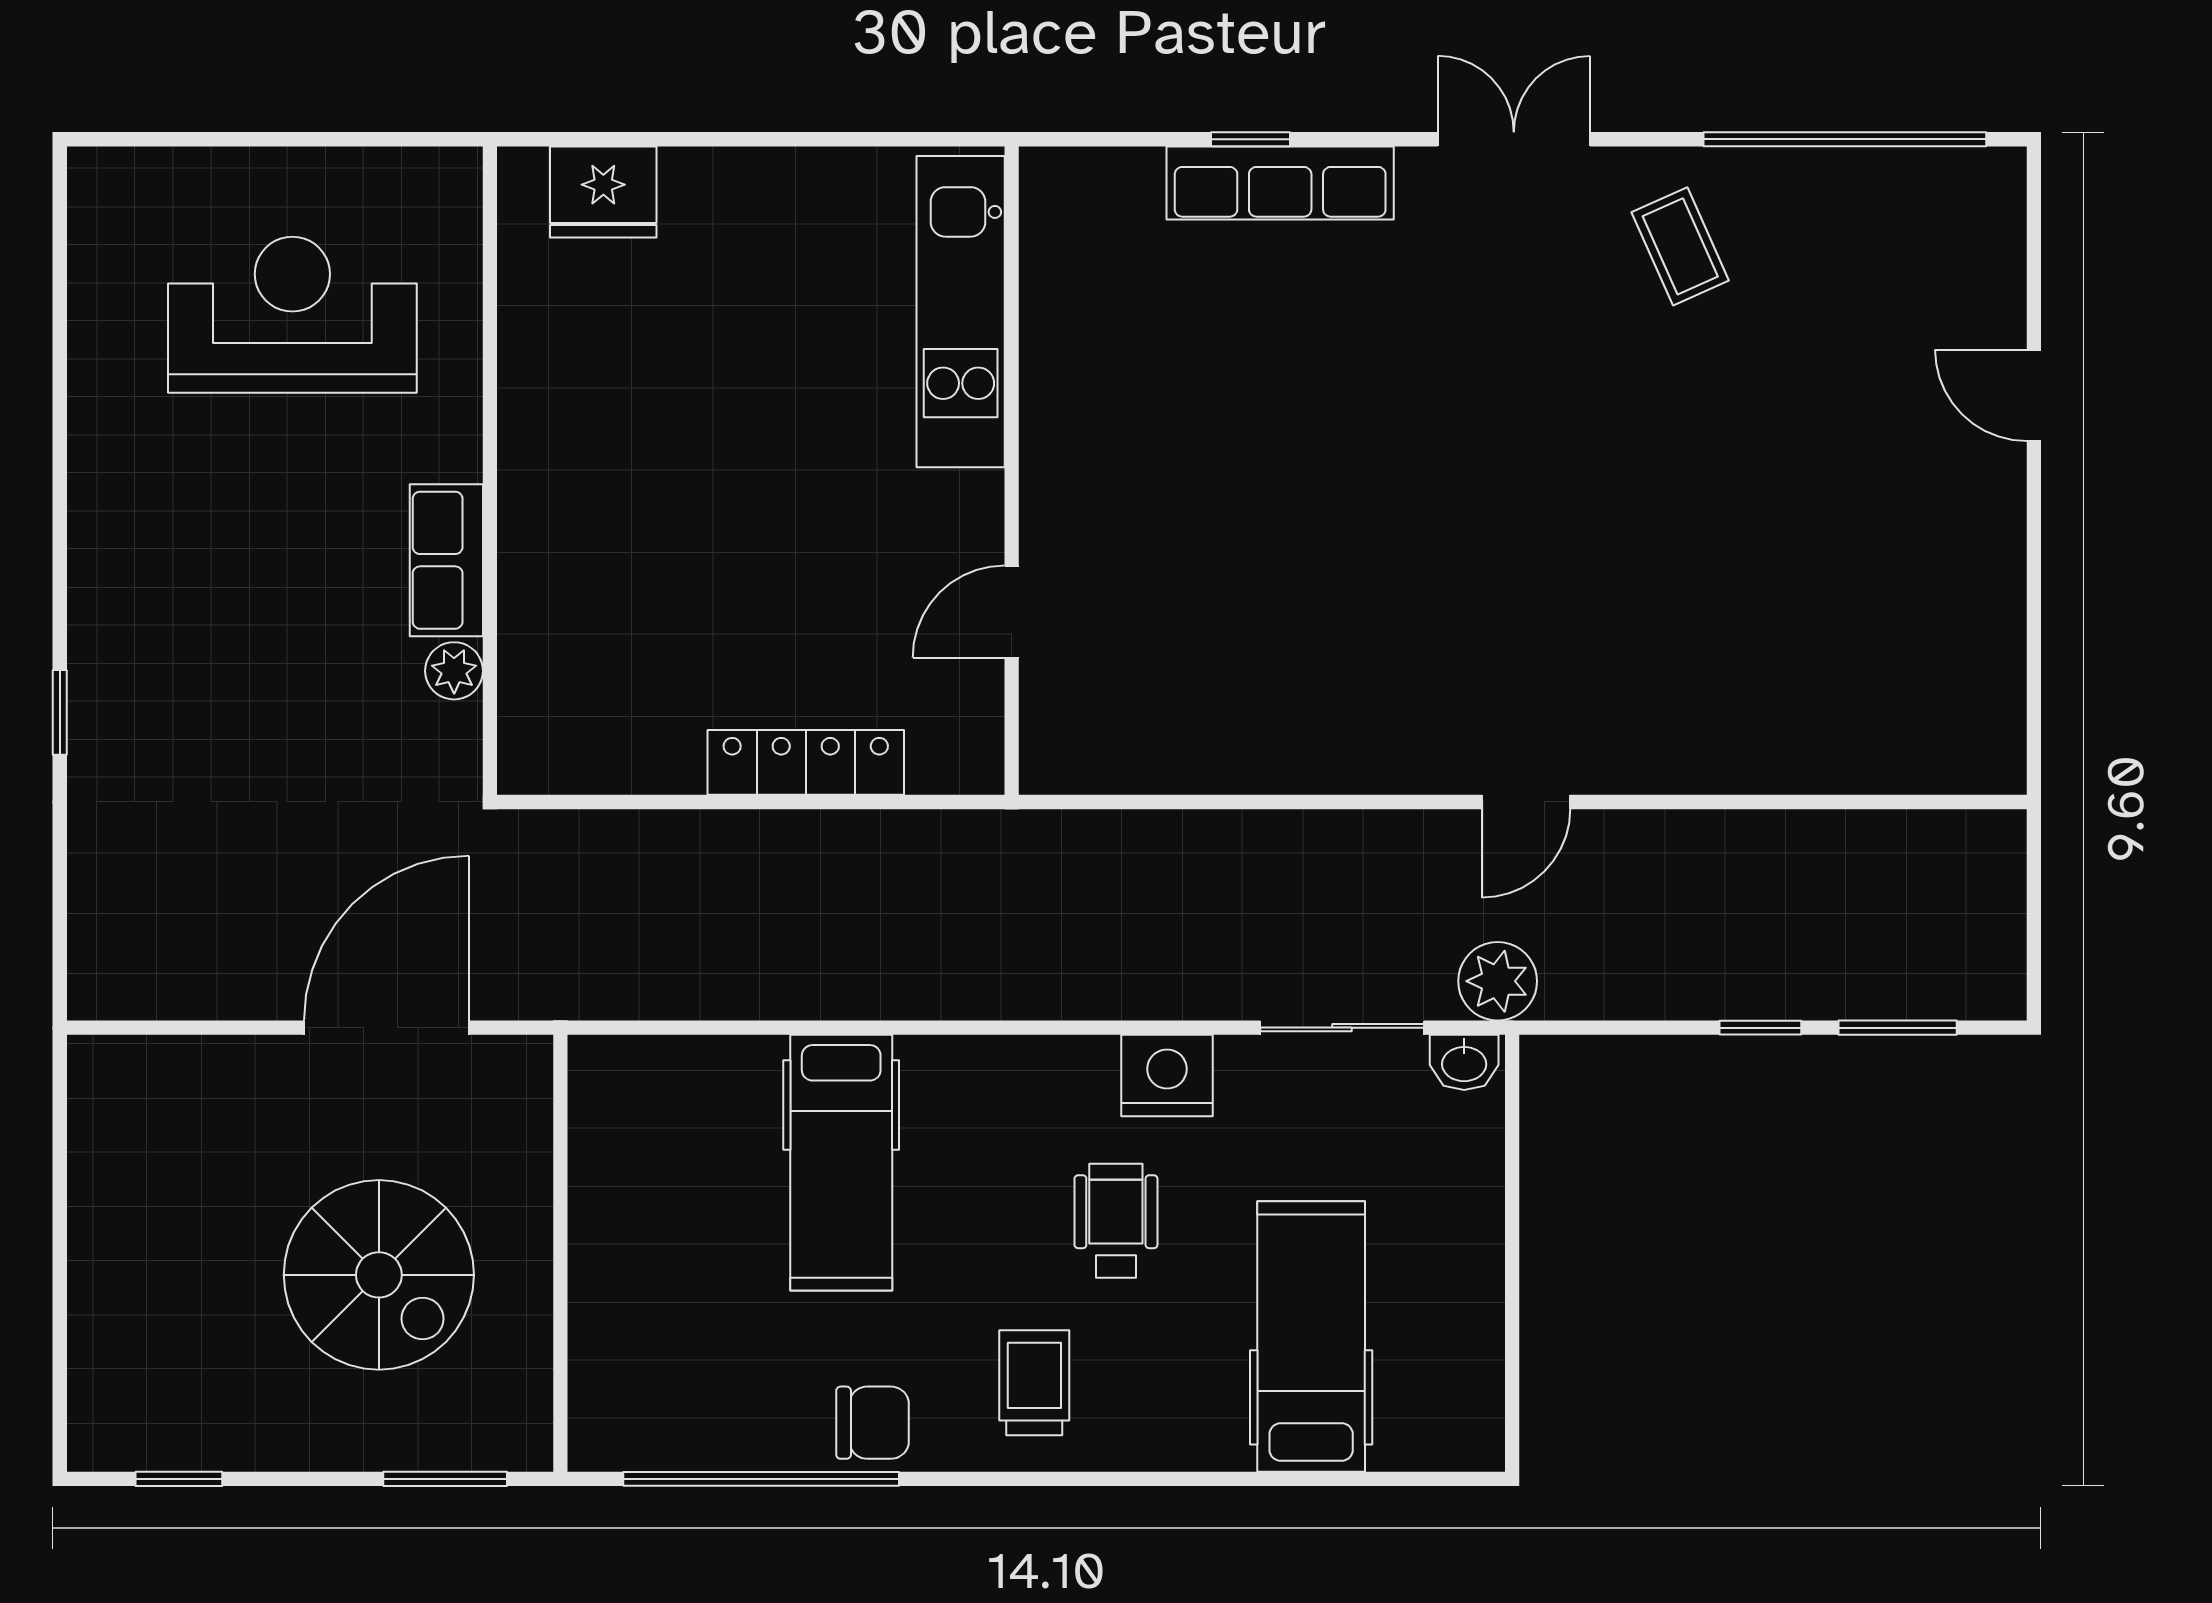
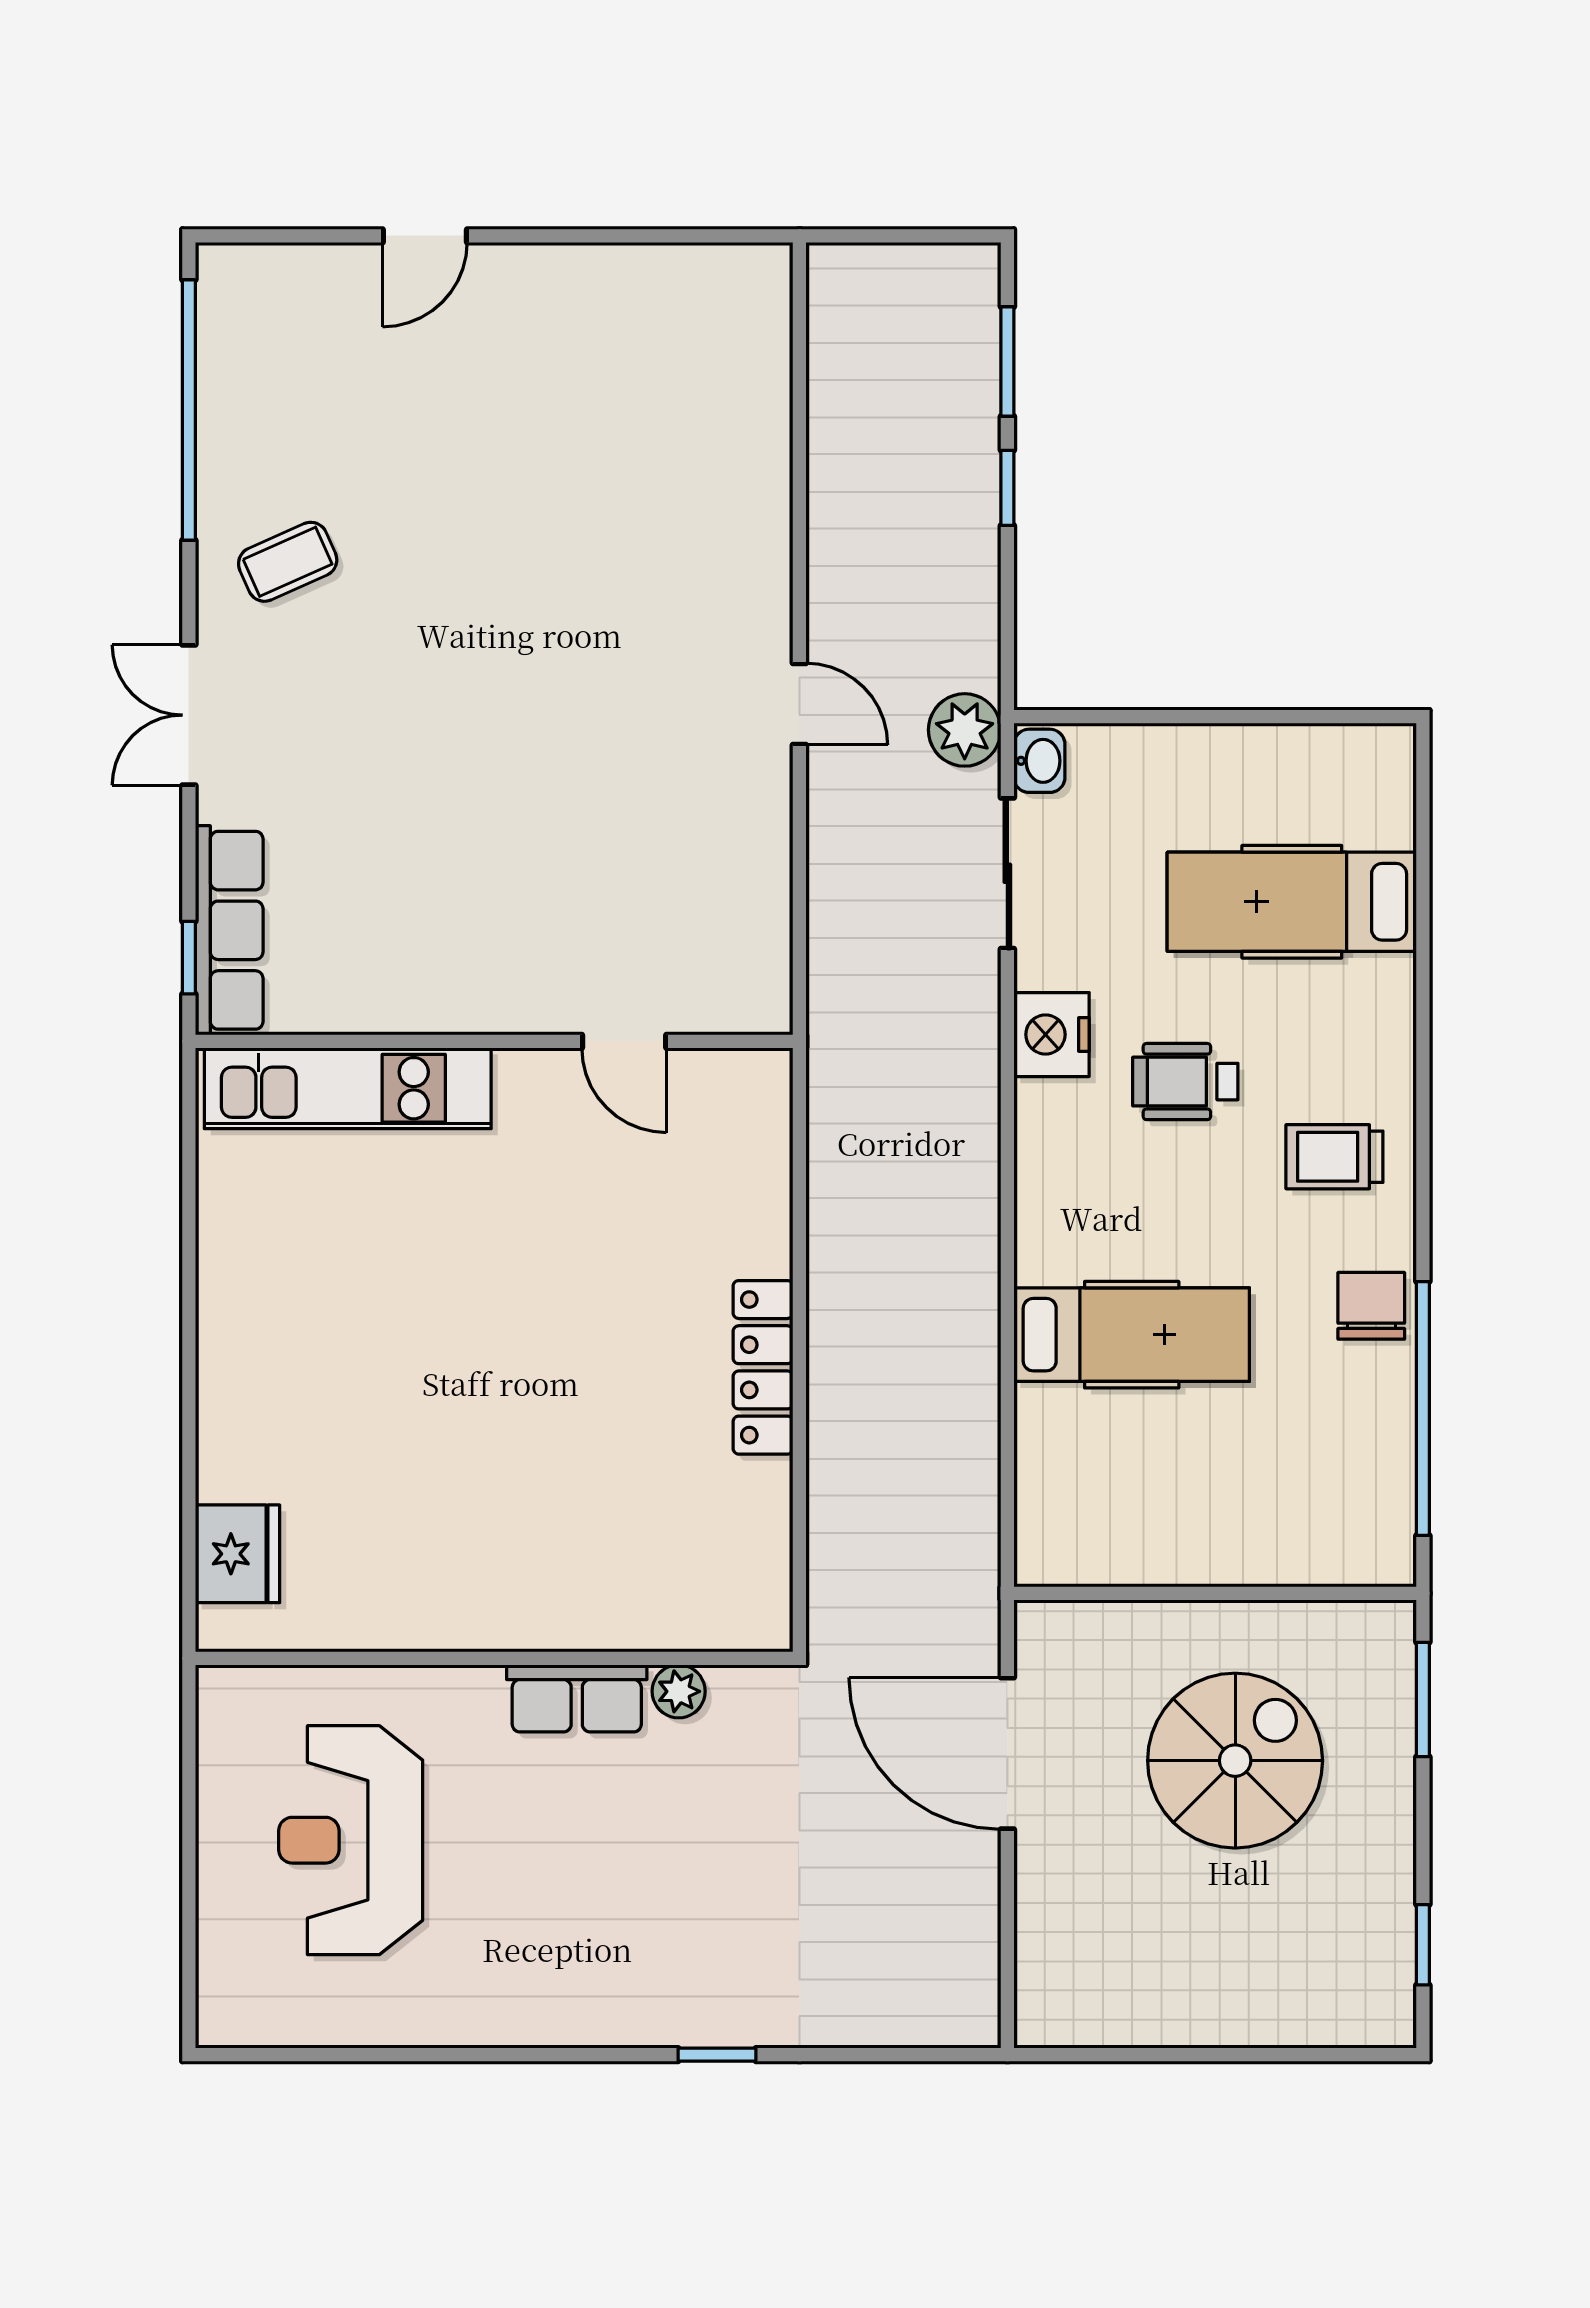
kitchen unit: (961, 312) -> (348, 1088), moved
wall: (1012, 471) -> (494, 1041), moved
door: (1012, 612) -> (624, 1041), moved

